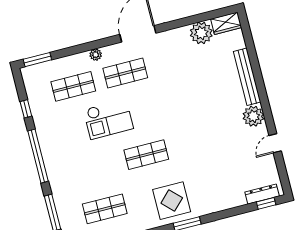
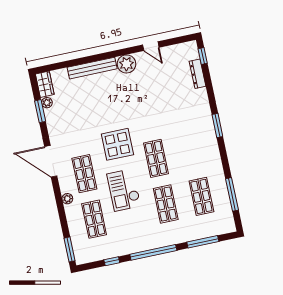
window: (195, 19) -> (40, 111), added
plant: (201, 33) -> (47, 103), width x0.53, depth x0.53
checkout: (108, 119) -> (124, 190), turned 180
shop shelf: (94, 168) -> (166, 204), added
dresser: (262, 194) -> (198, 74), moved
display table: (172, 201) -> (117, 144), moved

